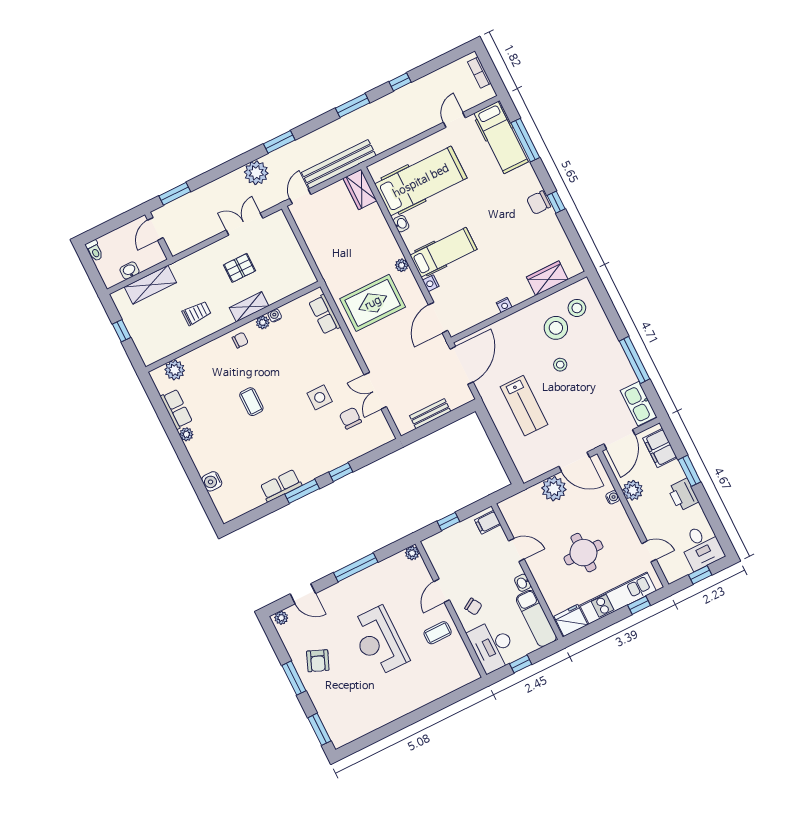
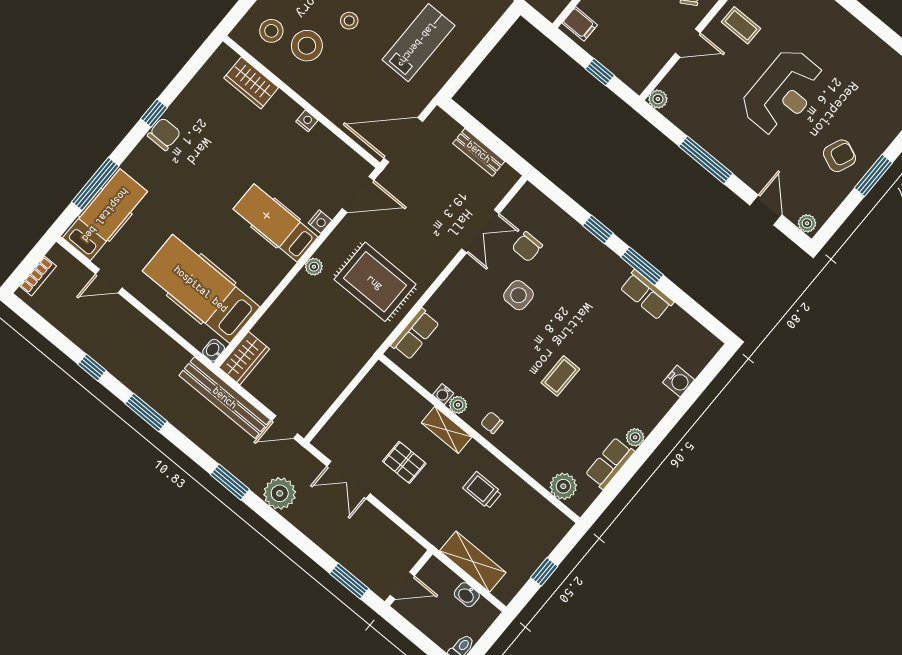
chair: (539, 203) -> (164, 134), turned -90
washbasin: (401, 224) -> (214, 350), moved

